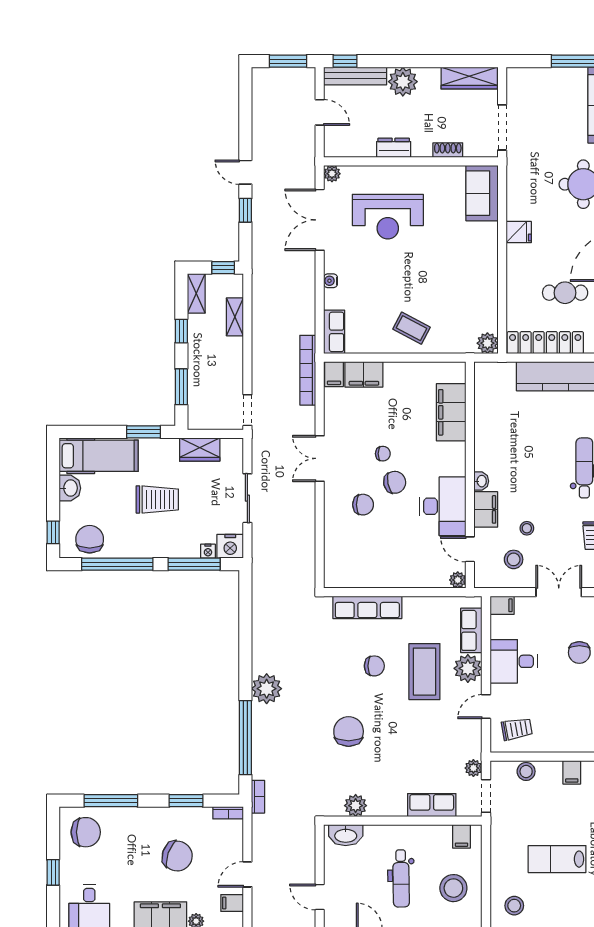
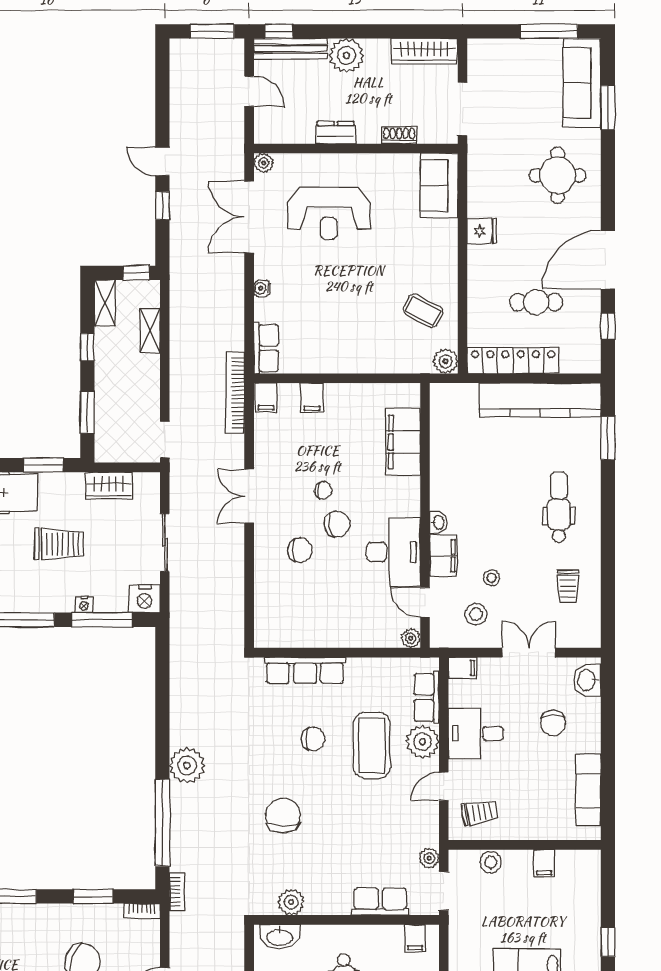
coffee table: (412, 328) -> (423, 311), moved
filing cabinet: (364, 374) -> (312, 398), width x0.50
nightstand: (208, 551) -> (84, 605), moved

